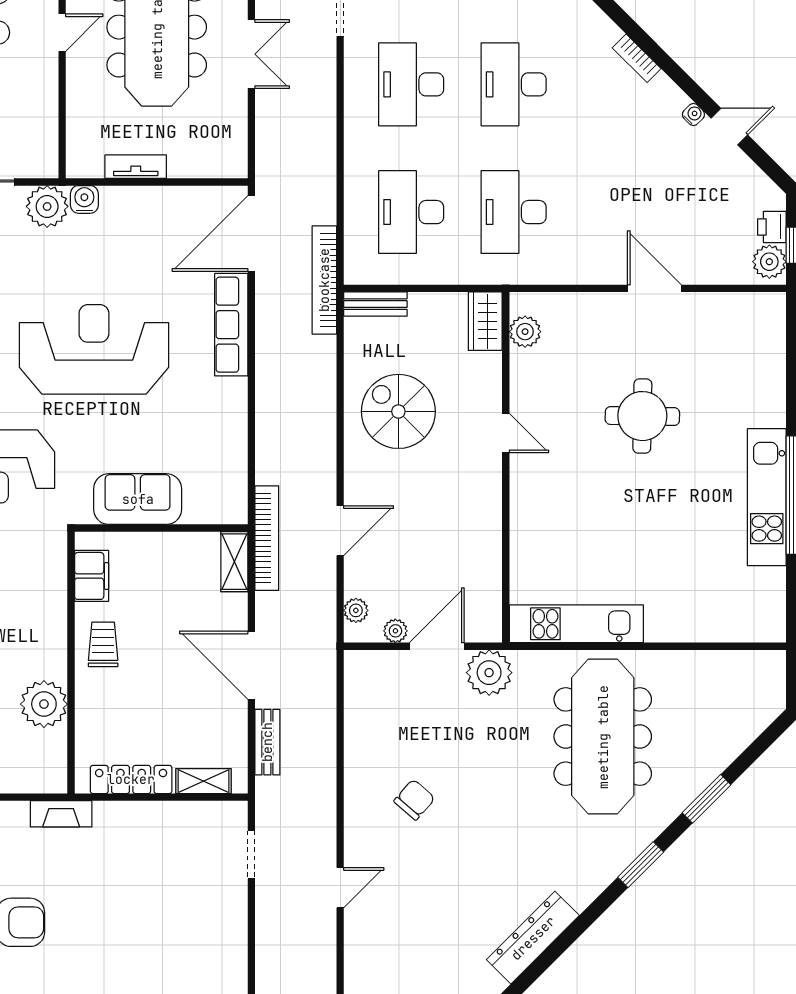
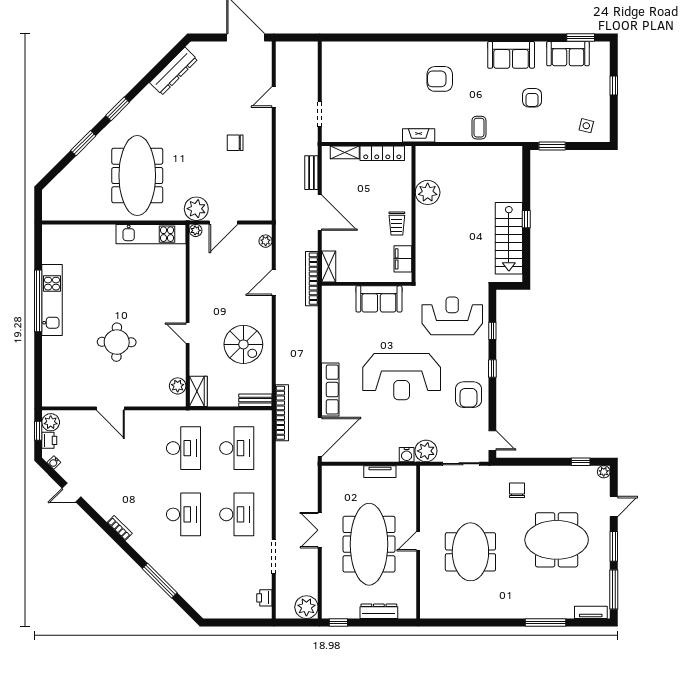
water cooler: (693, 114) -> (54, 462), moved
plant: (395, 631) -> (196, 230), moved
chair: (414, 800) -> (235, 143), turned 49

